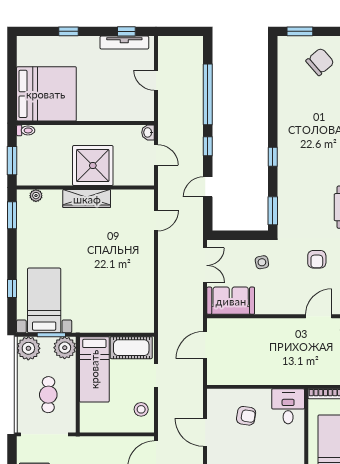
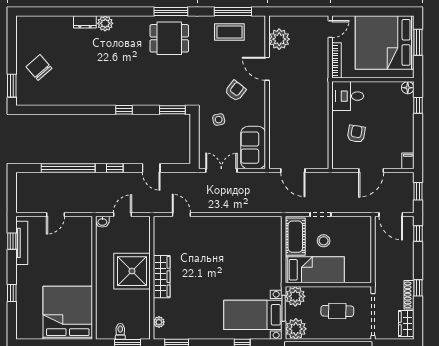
toilet: (26, 130) -> (120, 331), moved
armchair: (317, 259) -> (235, 91), moved, turned -52
stool: (141, 409) -> (324, 241), moved

